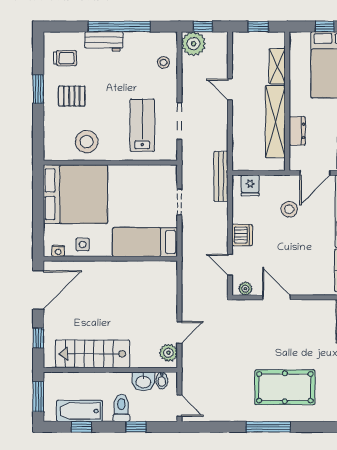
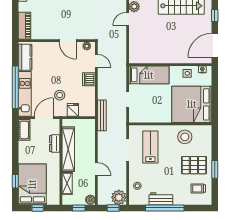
boiler: (239, 40) -> (90, 200), added
workbench: (104, 41) -> (161, 199), moved
pallet: (72, 96) -> (194, 165), width x1.50, depth x1.42
lab bench: (142, 125) -> (150, 147), turned 180
fridge: (250, 185) -> (73, 110), moved

